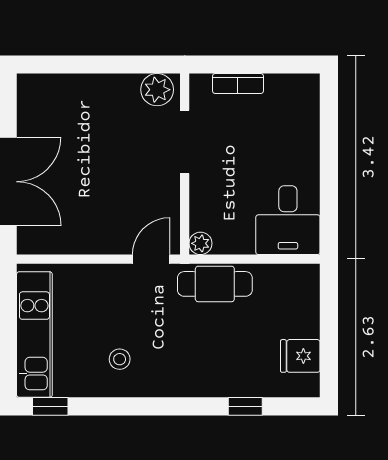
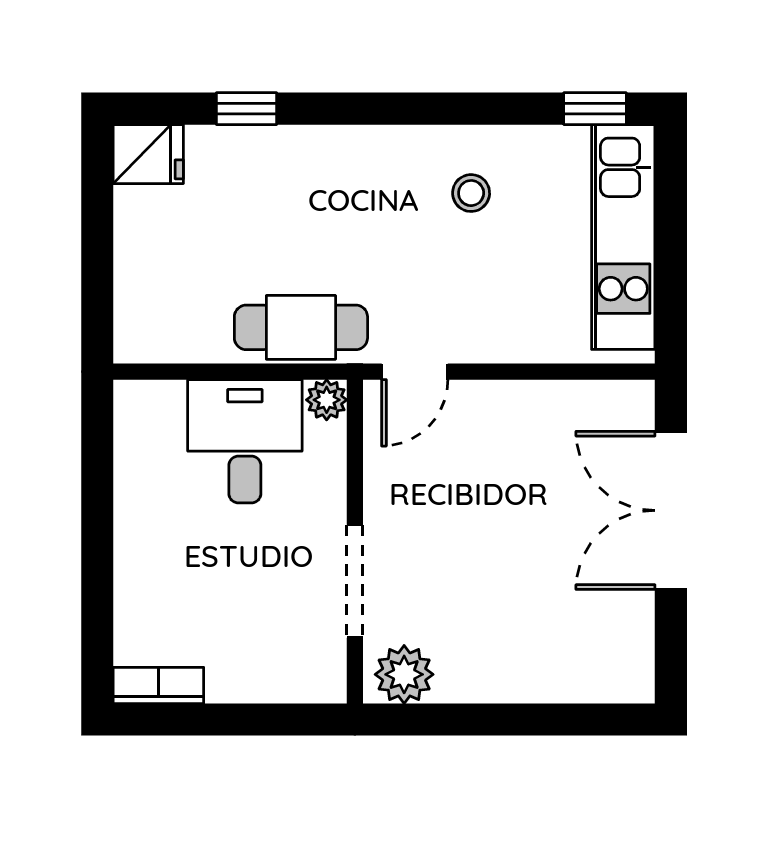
bookcase: (238, 83) -> (158, 685), moved
desk: (288, 220) -> (245, 441), moved
fridge: (300, 356) -> (148, 154), moved

